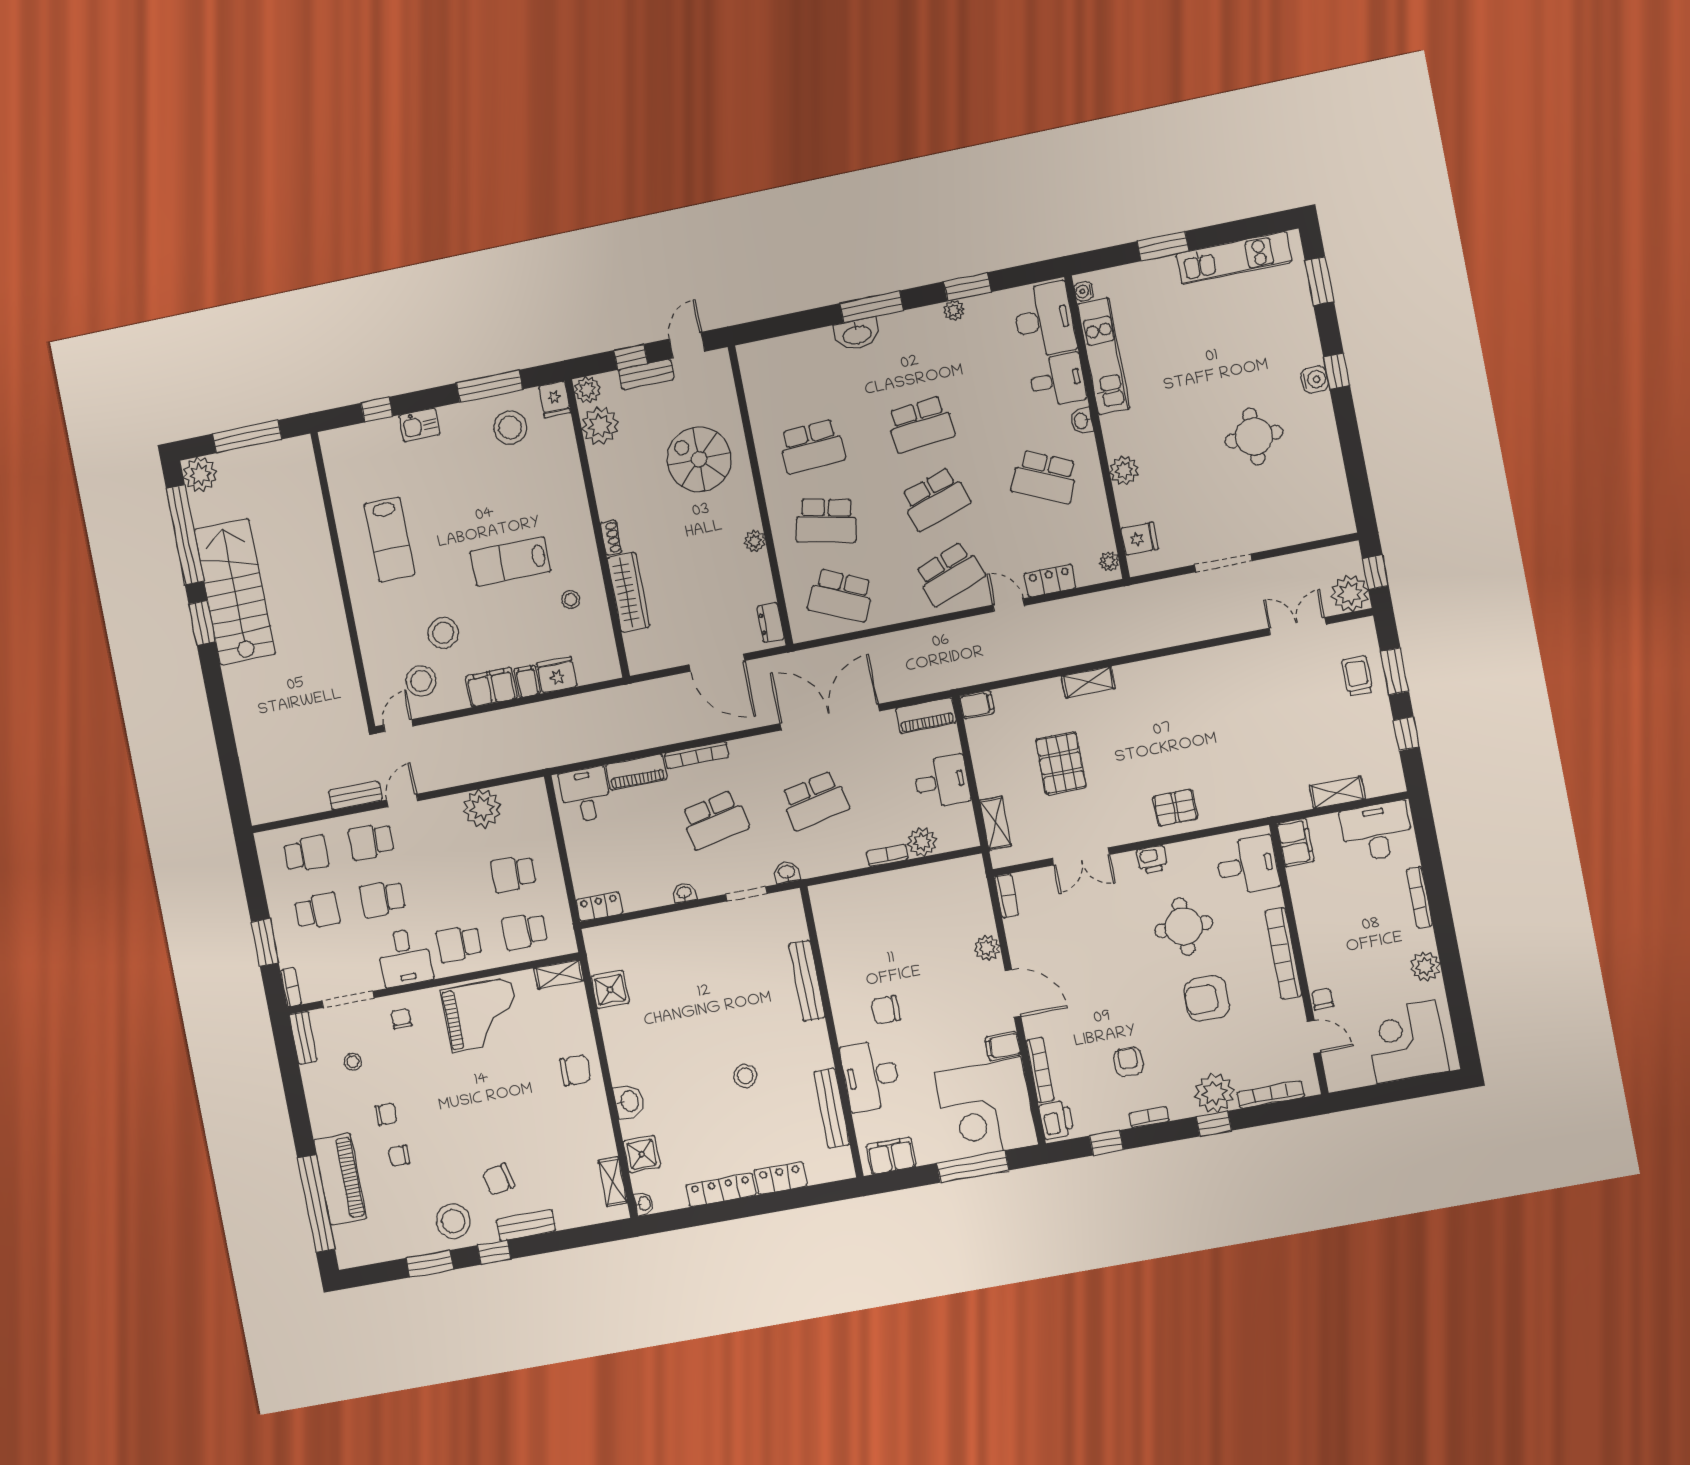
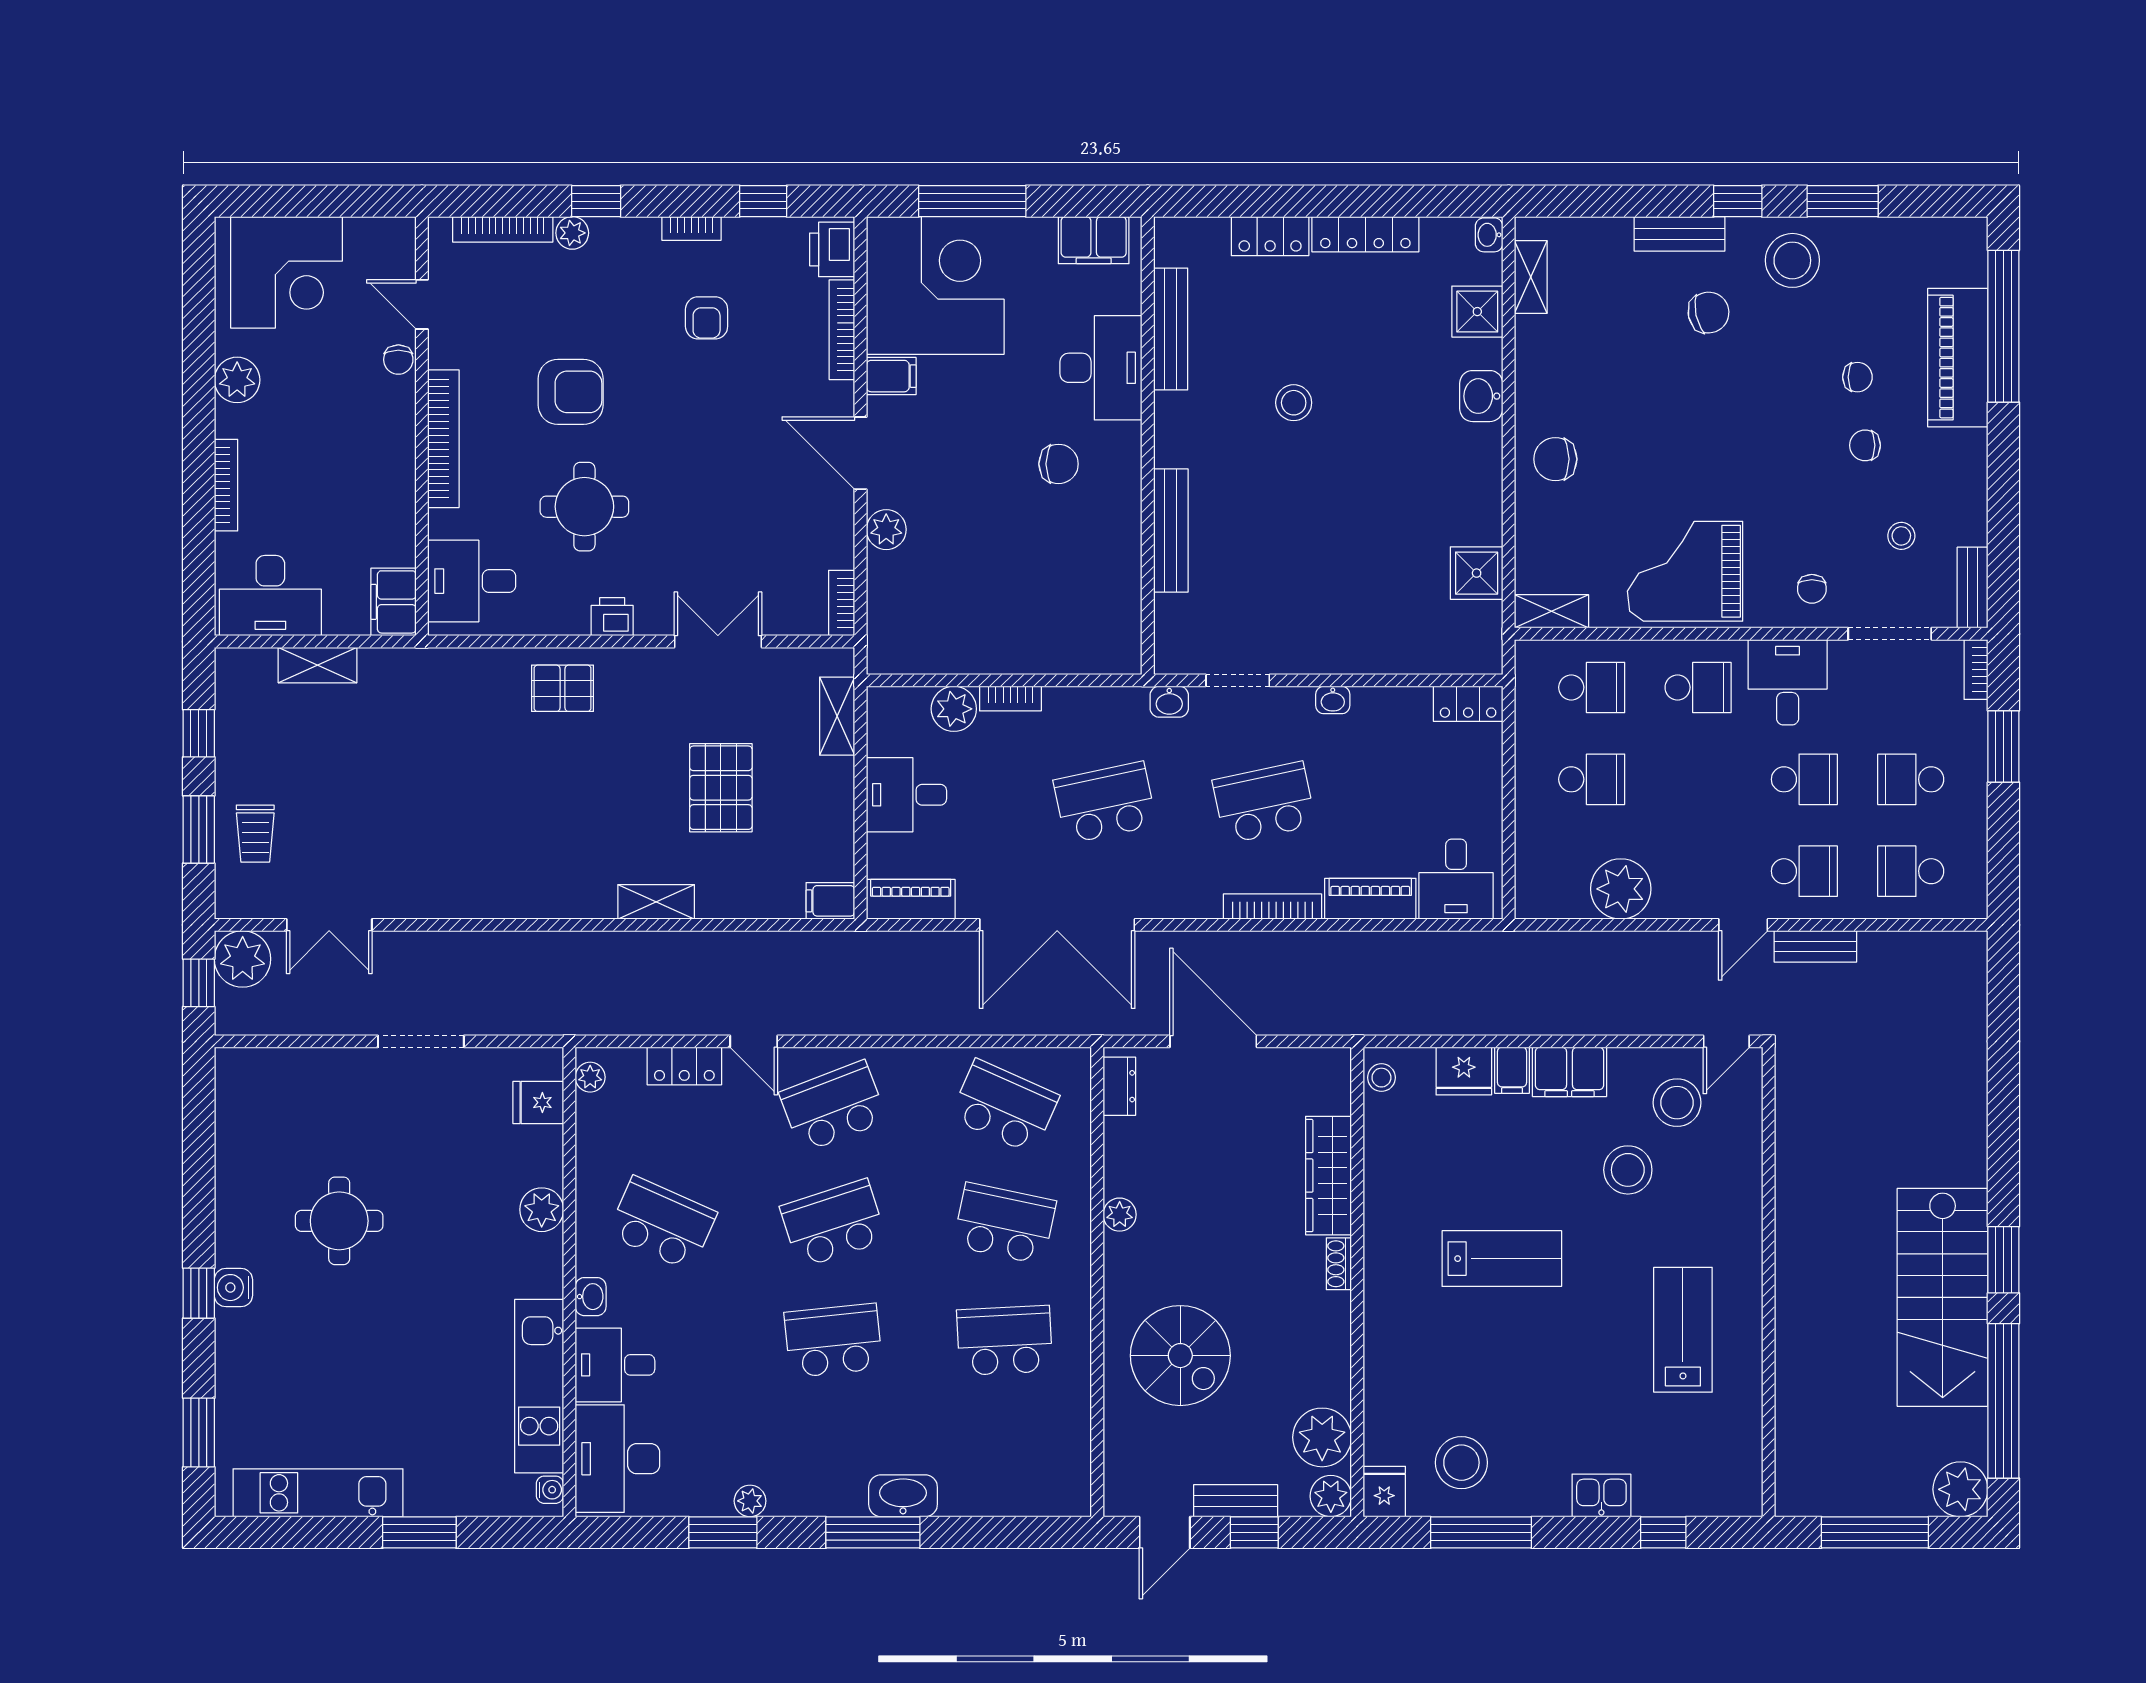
stool: (571, 600) -> (1381, 1078), moved
plant: (1214, 1093) -> (572, 233), width x0.53, depth x0.53

